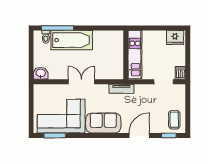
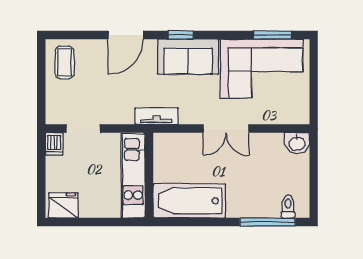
bathtub: (72, 40) -> (189, 201), moved
window: (169, 135) -> (181, 35), moved

